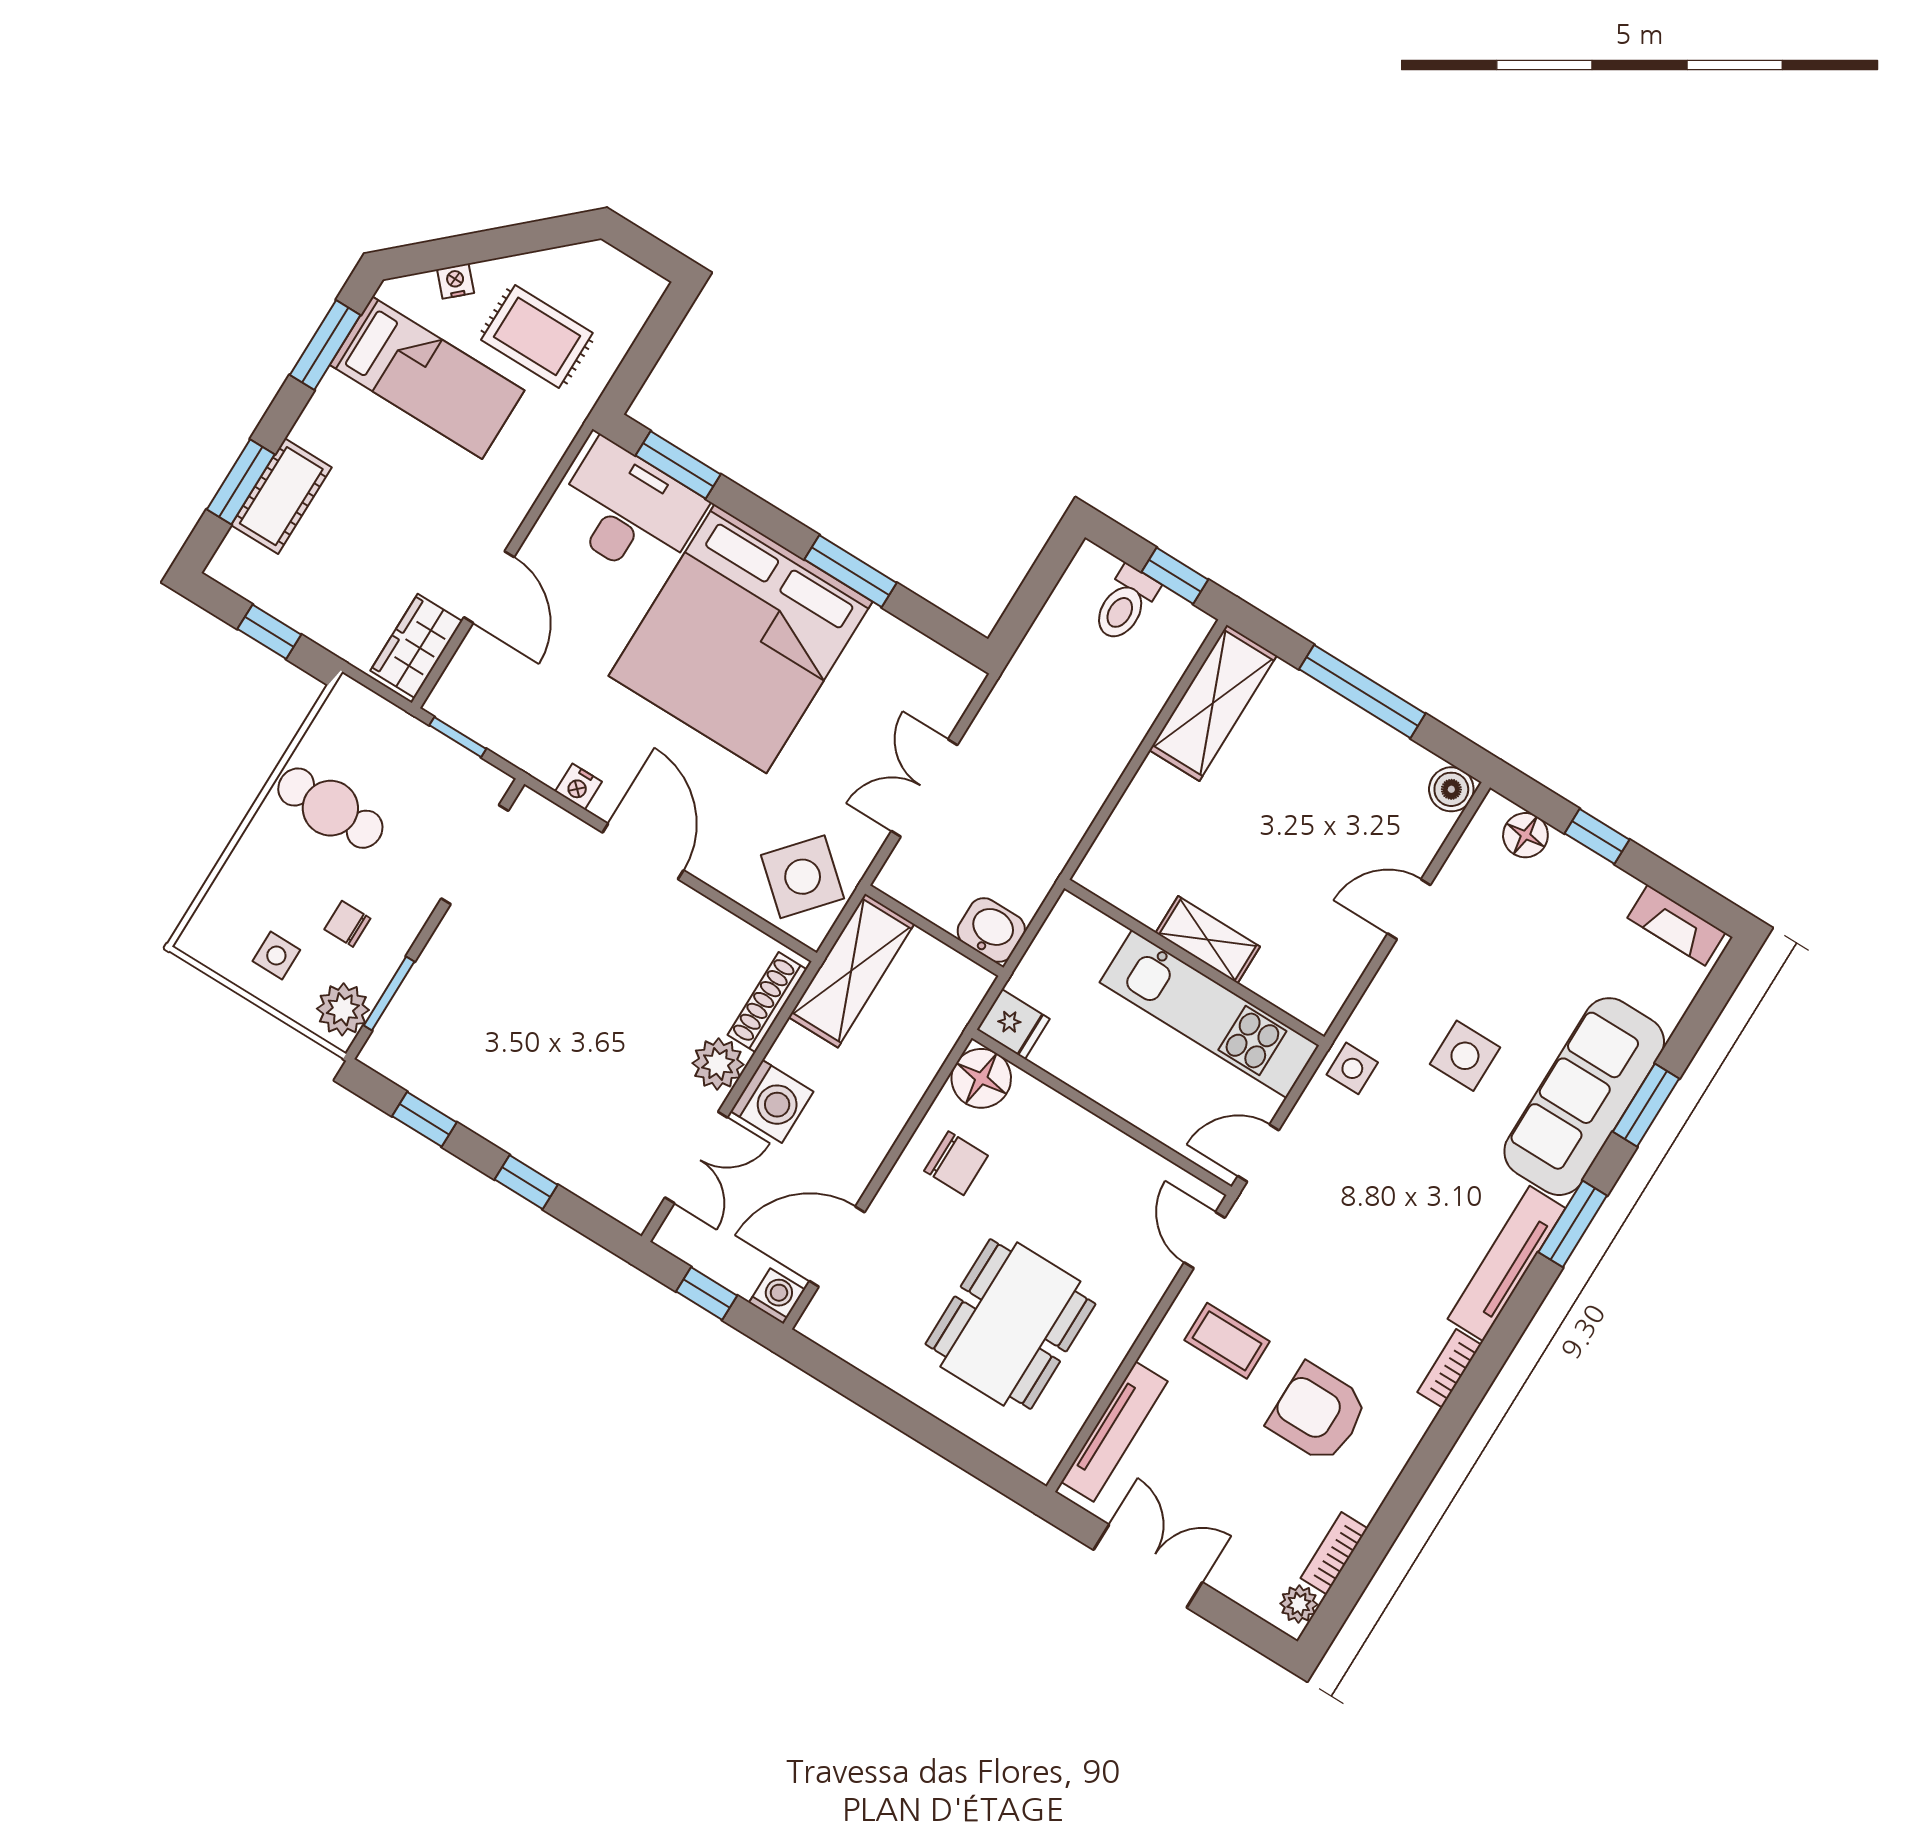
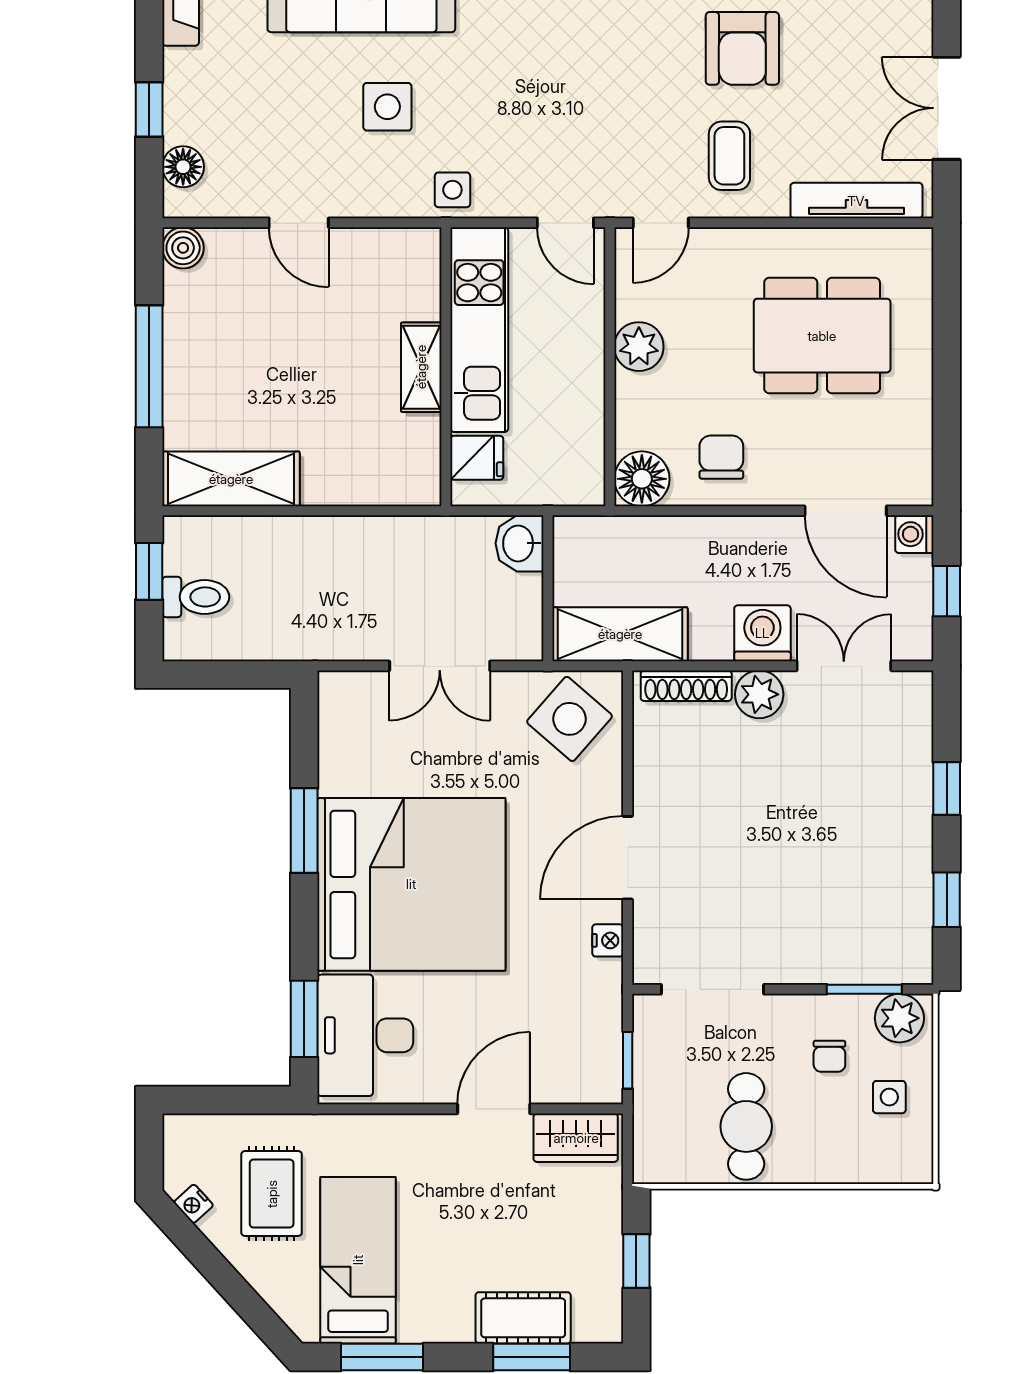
nightstand: (456, 281) -> (194, 1204), moved
fridge: (1013, 1024) -> (477, 458), moved, turned 90
plant: (1104, 1150) -> (639, 347), added

